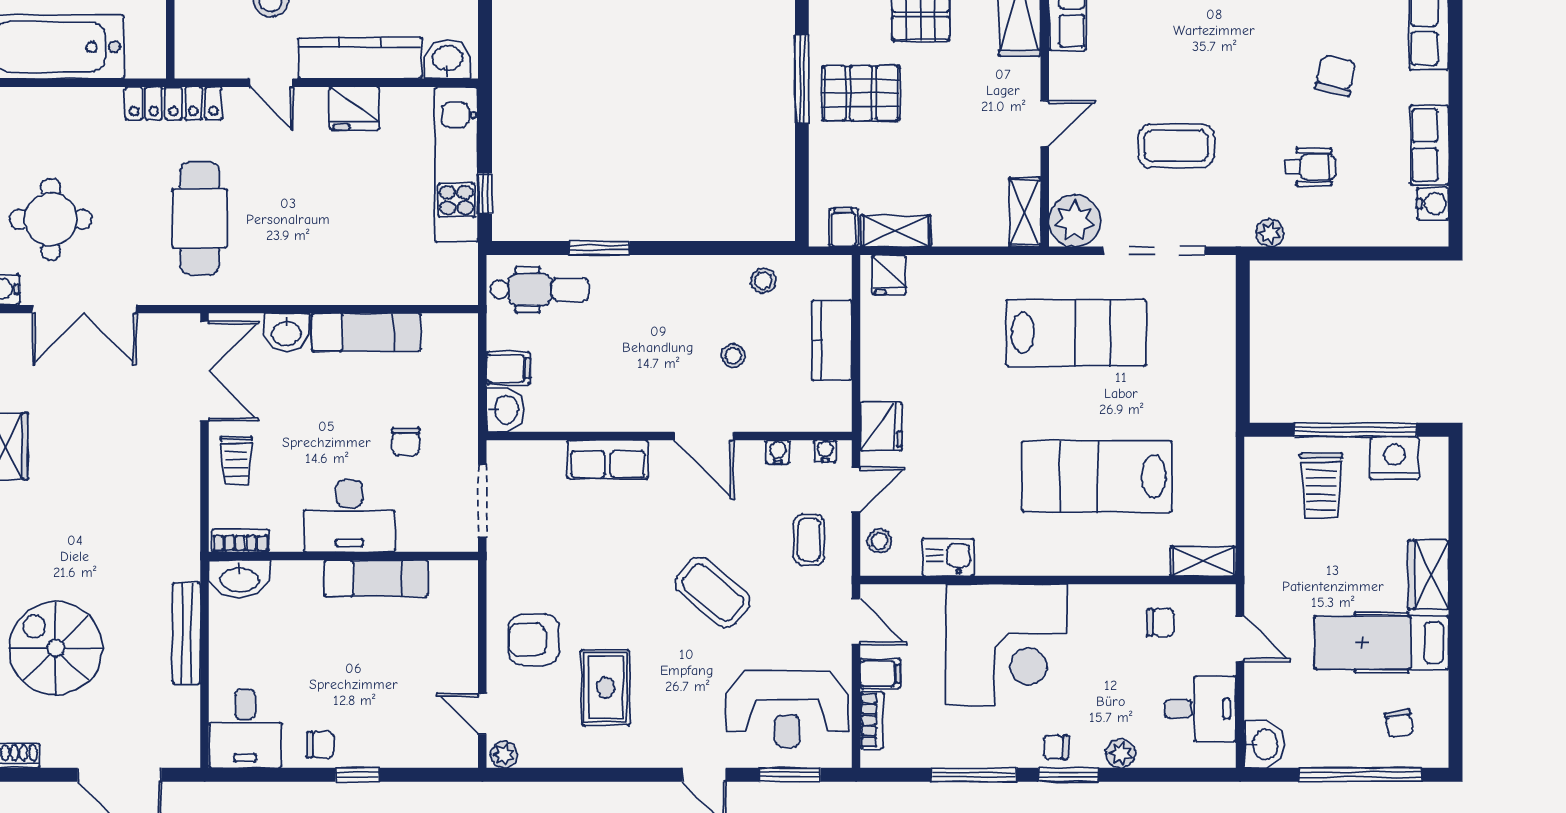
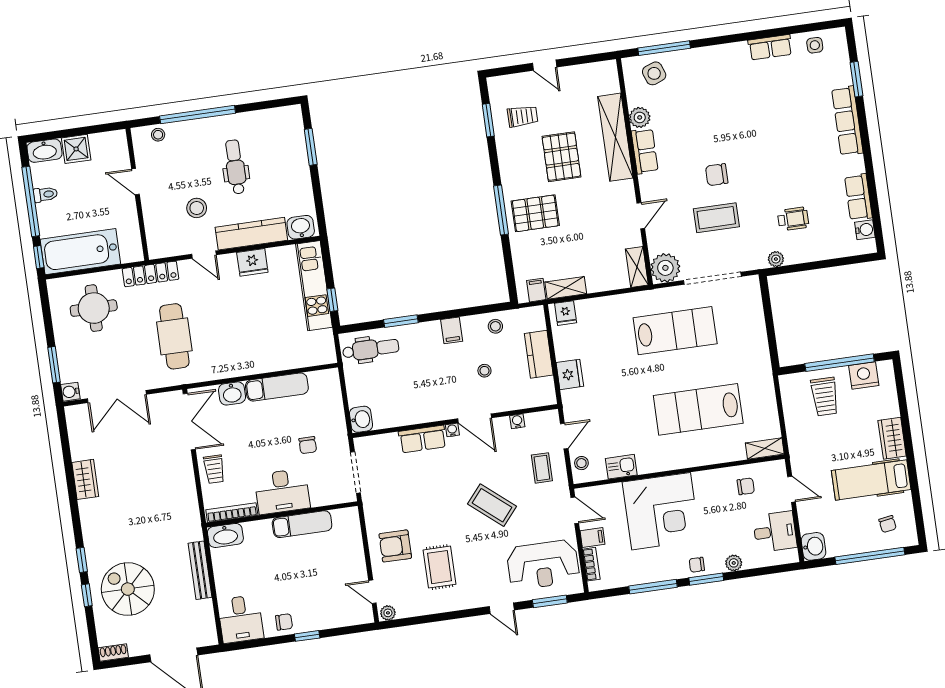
chair: (1335, 76) -> (717, 175), moved, turned -103
round table: (51, 219) -> (94, 308), moved
filing cabinet: (508, 368) -> (452, 330), moved, turned 90
fridge: (881, 426) -> (570, 374), moved
water cooler: (825, 451) -> (452, 430), moved
bookcase: (240, 540) -> (232, 513), width x1.56

